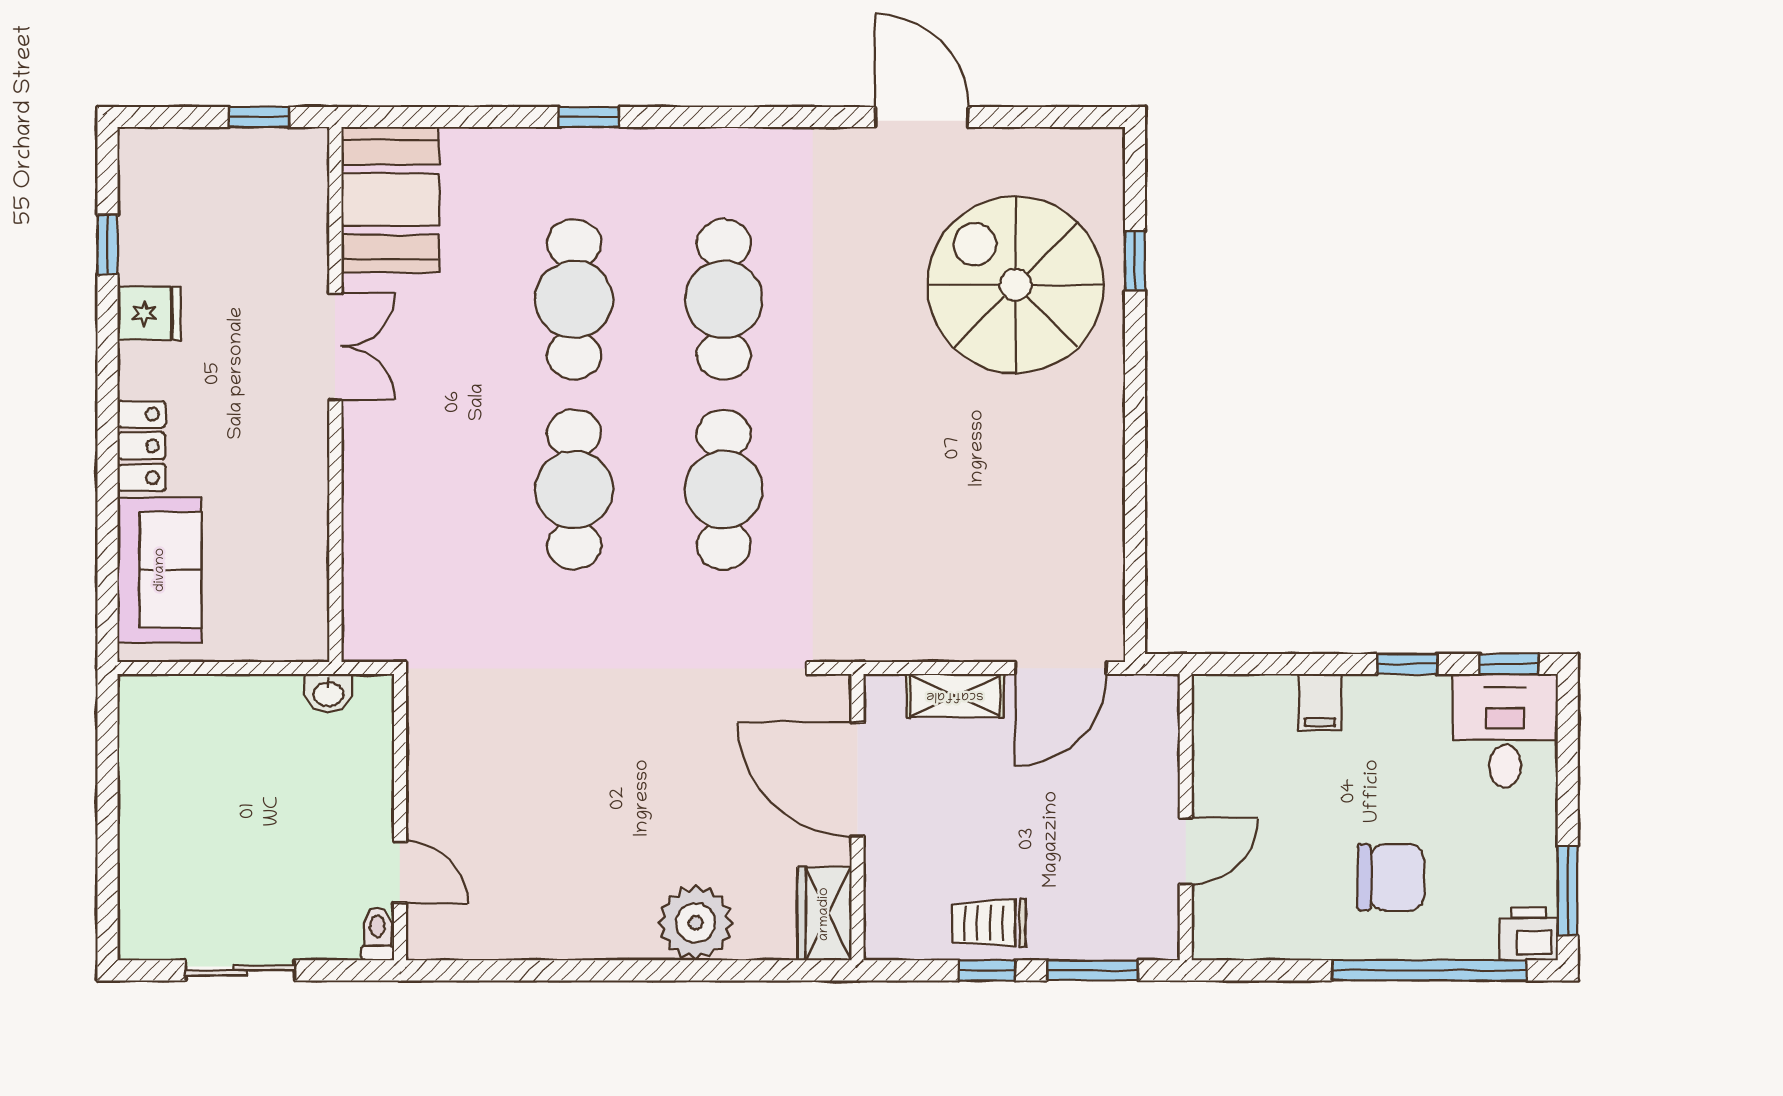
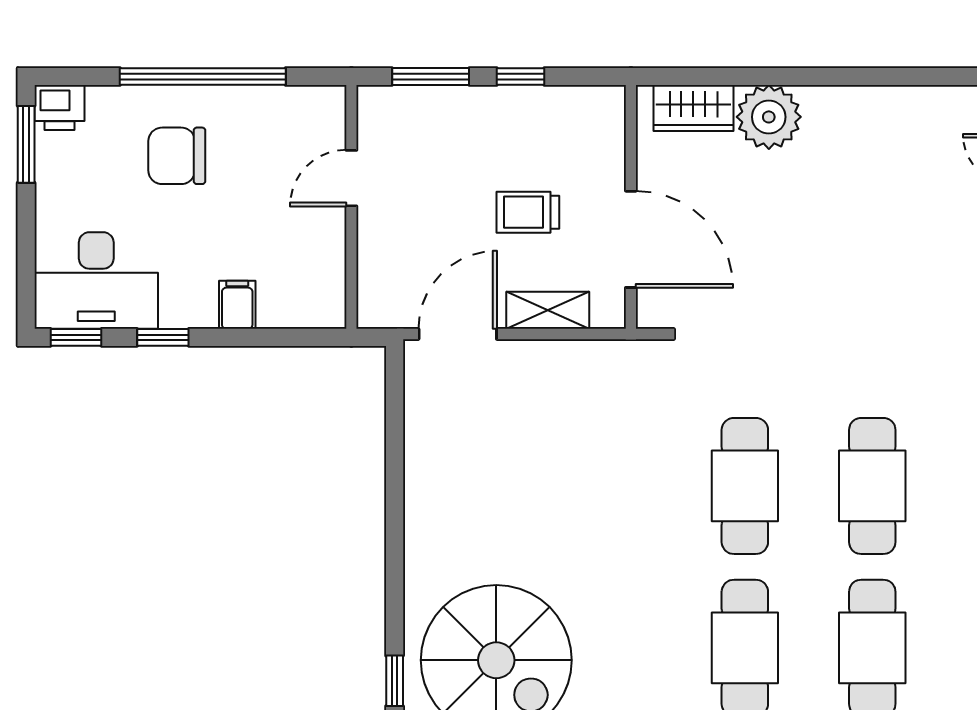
desk: (1505, 731) -> (96, 280), width x1.37
wardrobe: (824, 914) -> (693, 108), moved, turned 90
trolley: (989, 923) -> (528, 212), moved, turned 180
window: (1429, 970) -> (203, 76), moved

